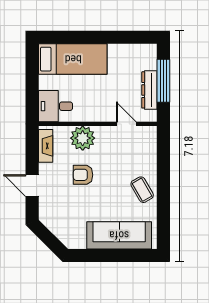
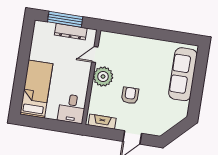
plant: (83, 138) -> (103, 77), moved
armchair: (83, 175) -> (130, 95), turned 180
coffee table: (142, 190) -> (149, 50), removed

